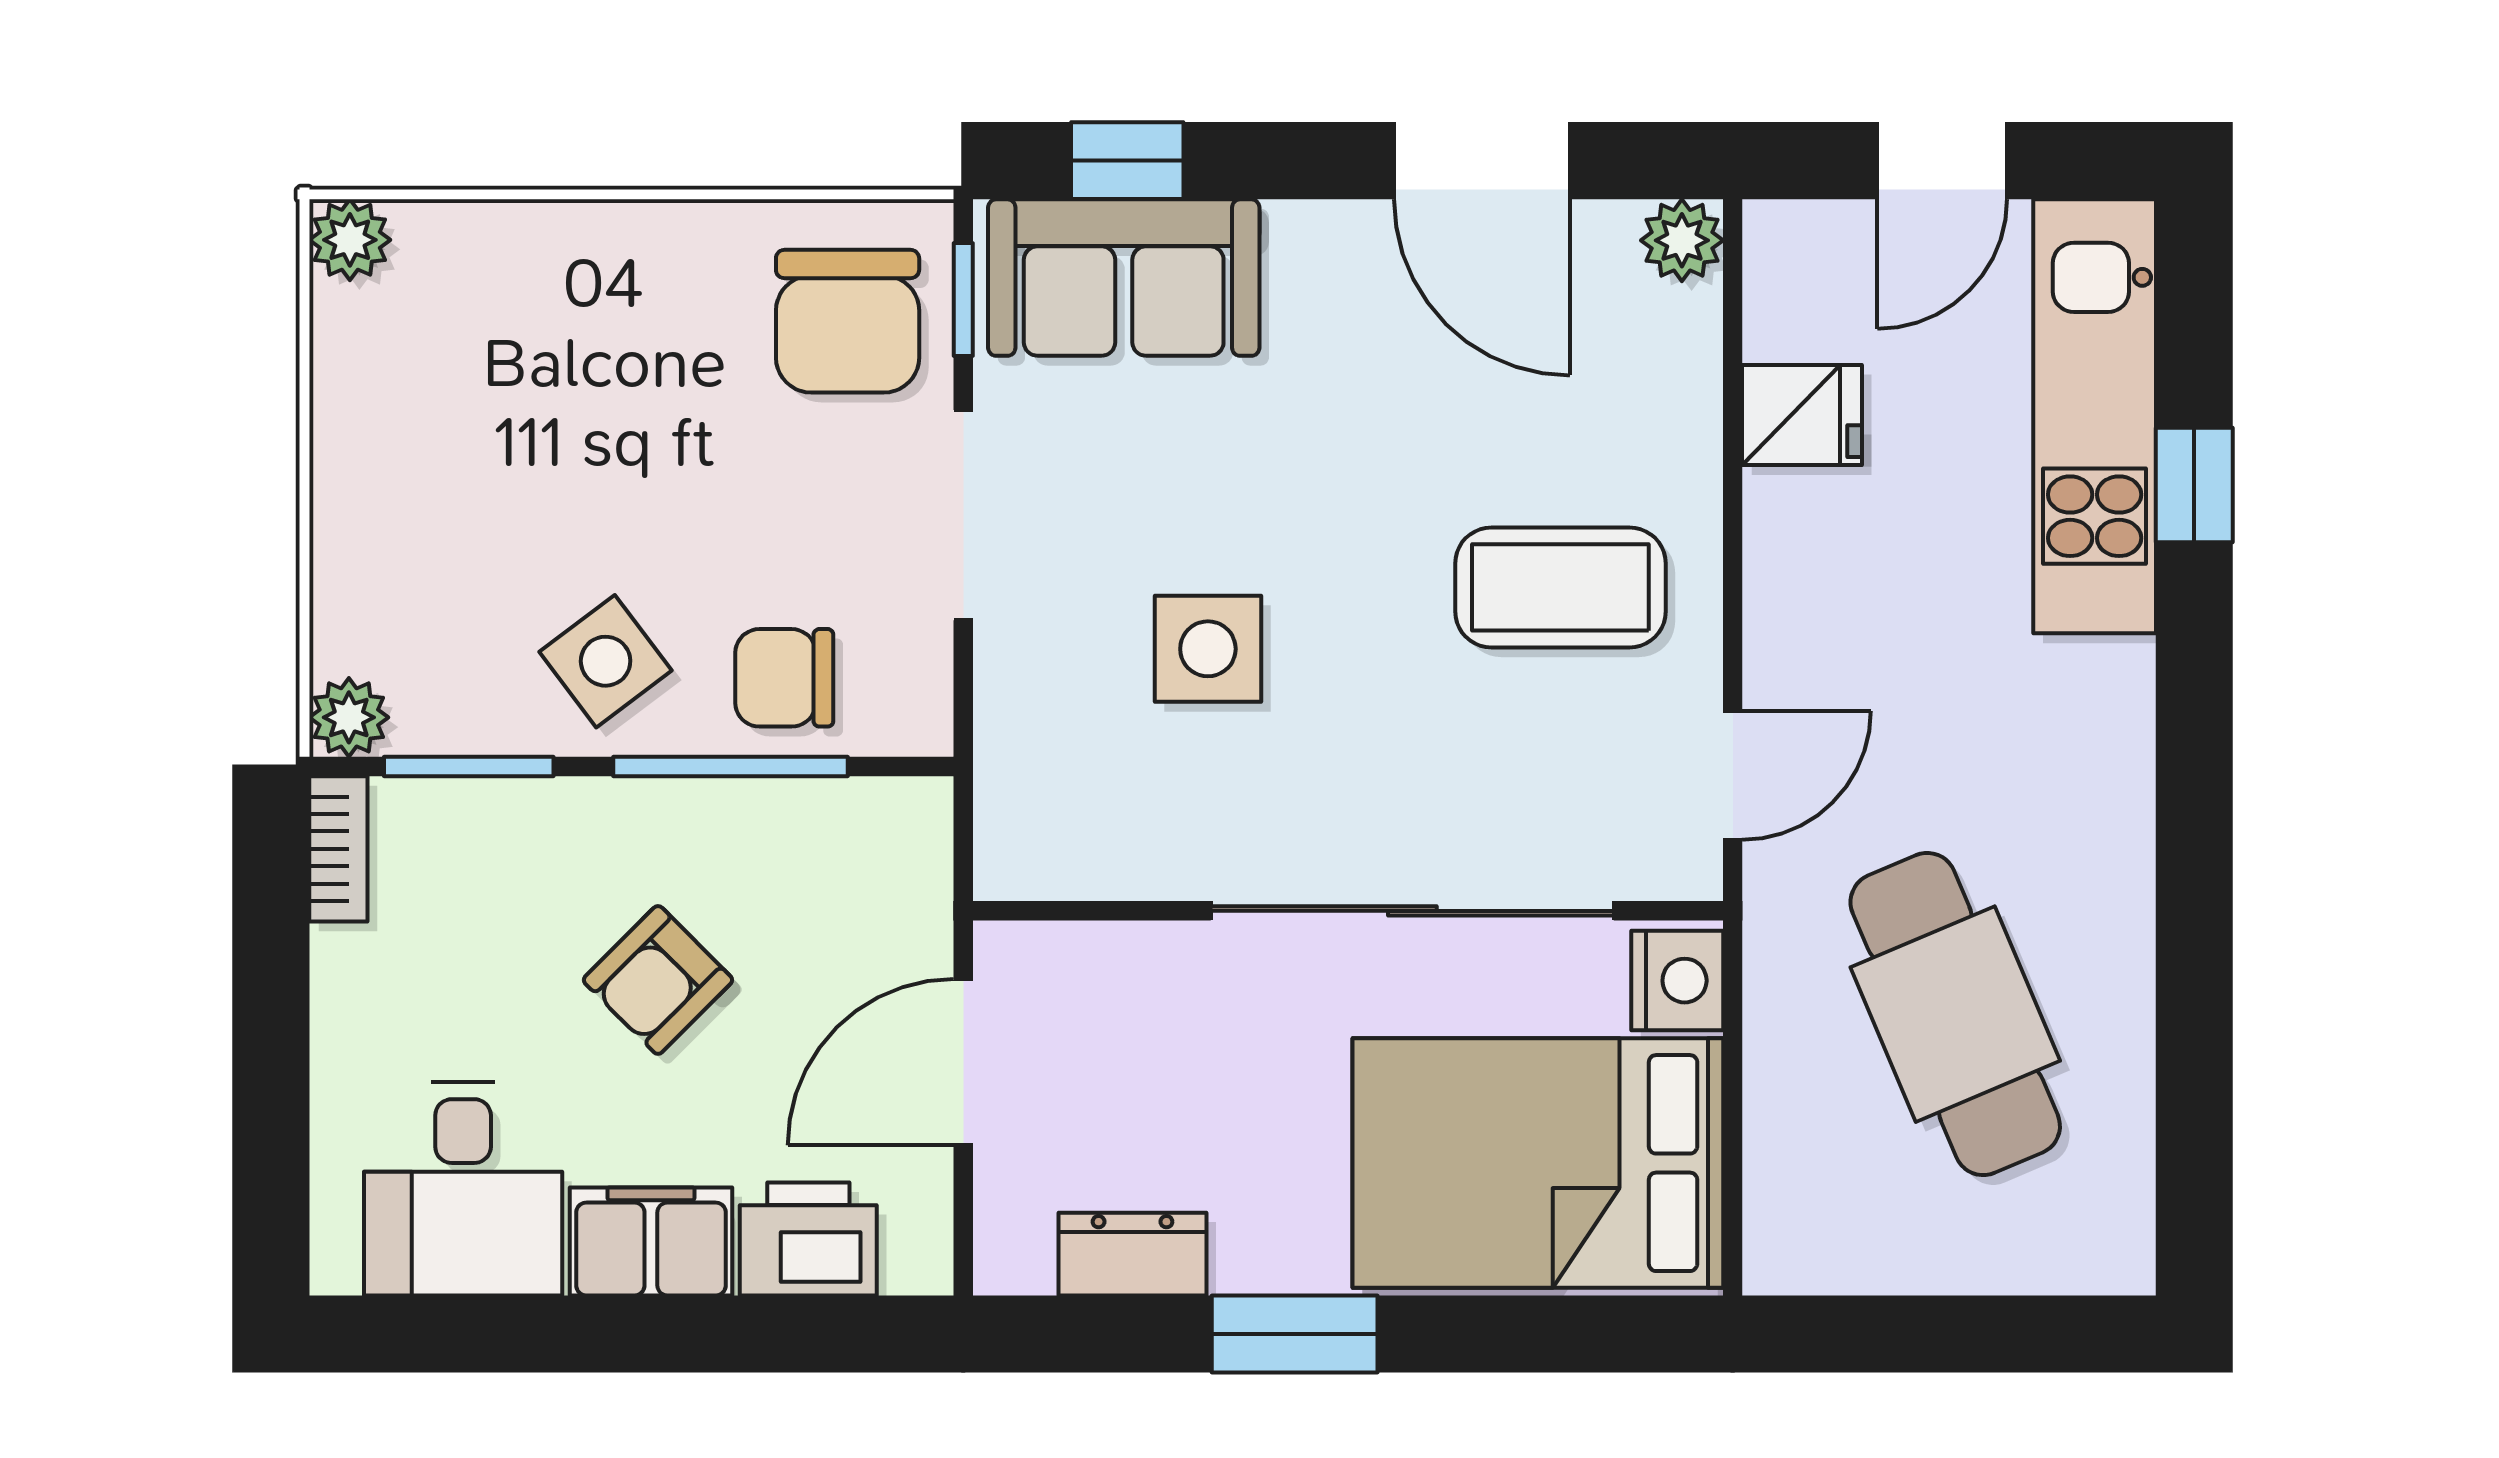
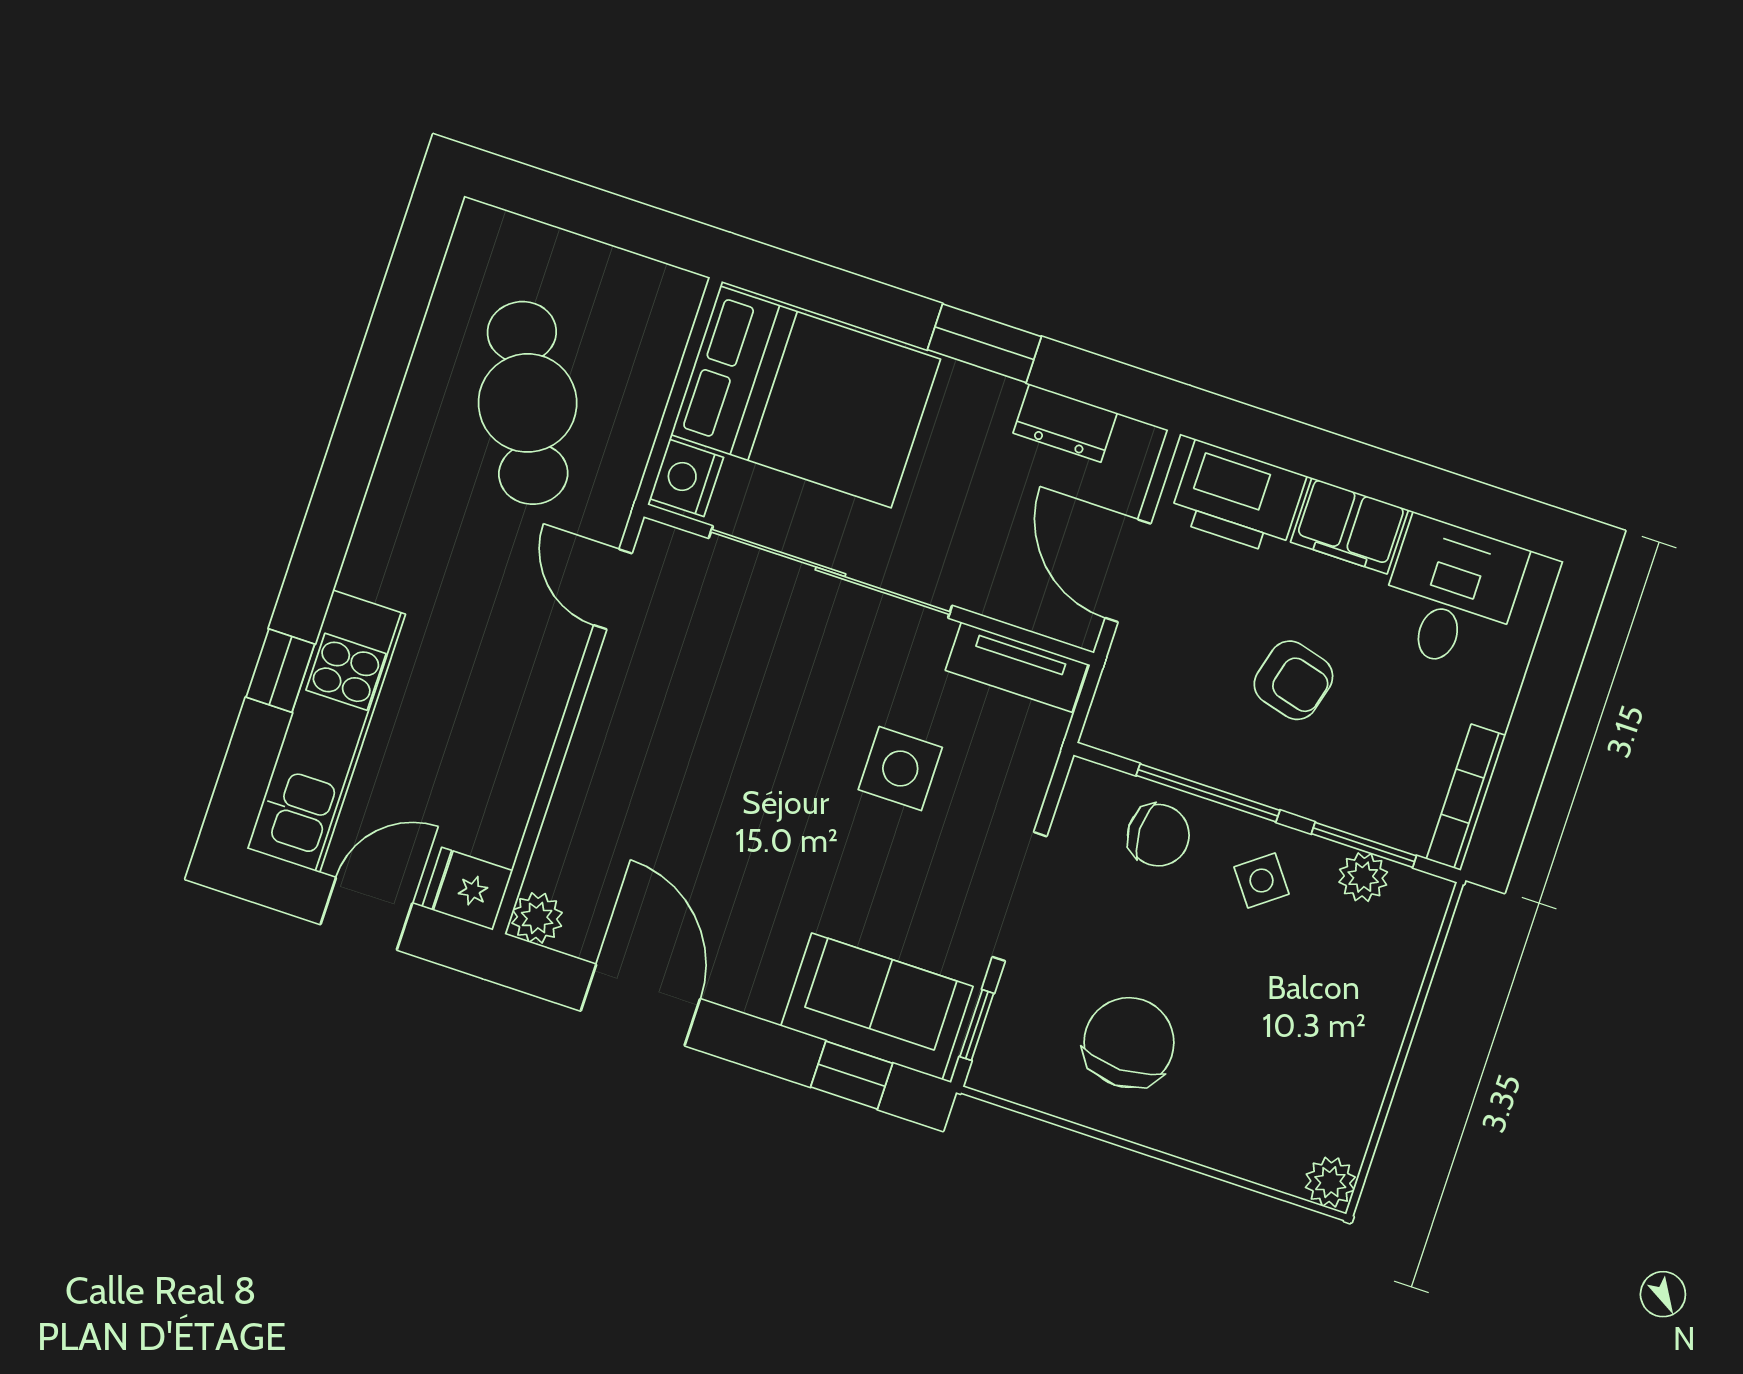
chair: (848, 321) -> (1129, 1043), moved
fridge: (1802, 415) -> (467, 889), moved
coffee table: (1560, 587) -> (678, 735), removed
side table: (606, 661) -> (1262, 880), width x0.73, depth x0.73
plant: (349, 717) -> (1363, 877), moved
door: (1733, 775) -> (613, 589), hinge flipped
bookcase: (338, 849) -> (1466, 797), width x1.56
tv unit: (1083, 861) -> (1017, 667), added
armchair: (658, 980) -> (1293, 680), turned 60
door: (963, 1062) -> (1128, 571), swing flipped
printer: (808, 1239) -> (1238, 498), width x1.37, depth x1.19

